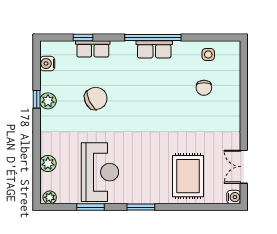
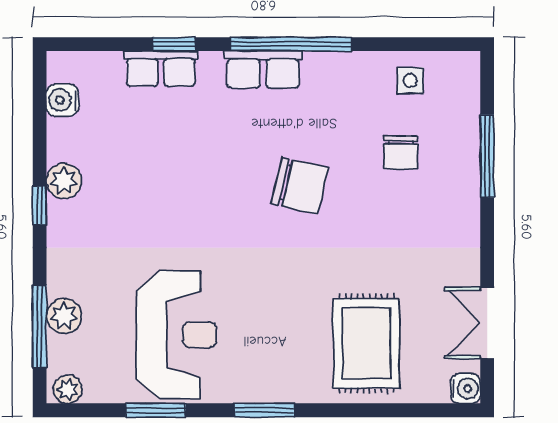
window: (83, 38) -> (174, 44), moved
row of seats: (154, 49) -> (263, 70), moved
window: (244, 89) -> (487, 156), added
chair: (96, 98) -> (300, 186), moved, turned 40
window: (37, 99) -> (40, 205), moved
window: (37, 168) -> (40, 326), added

